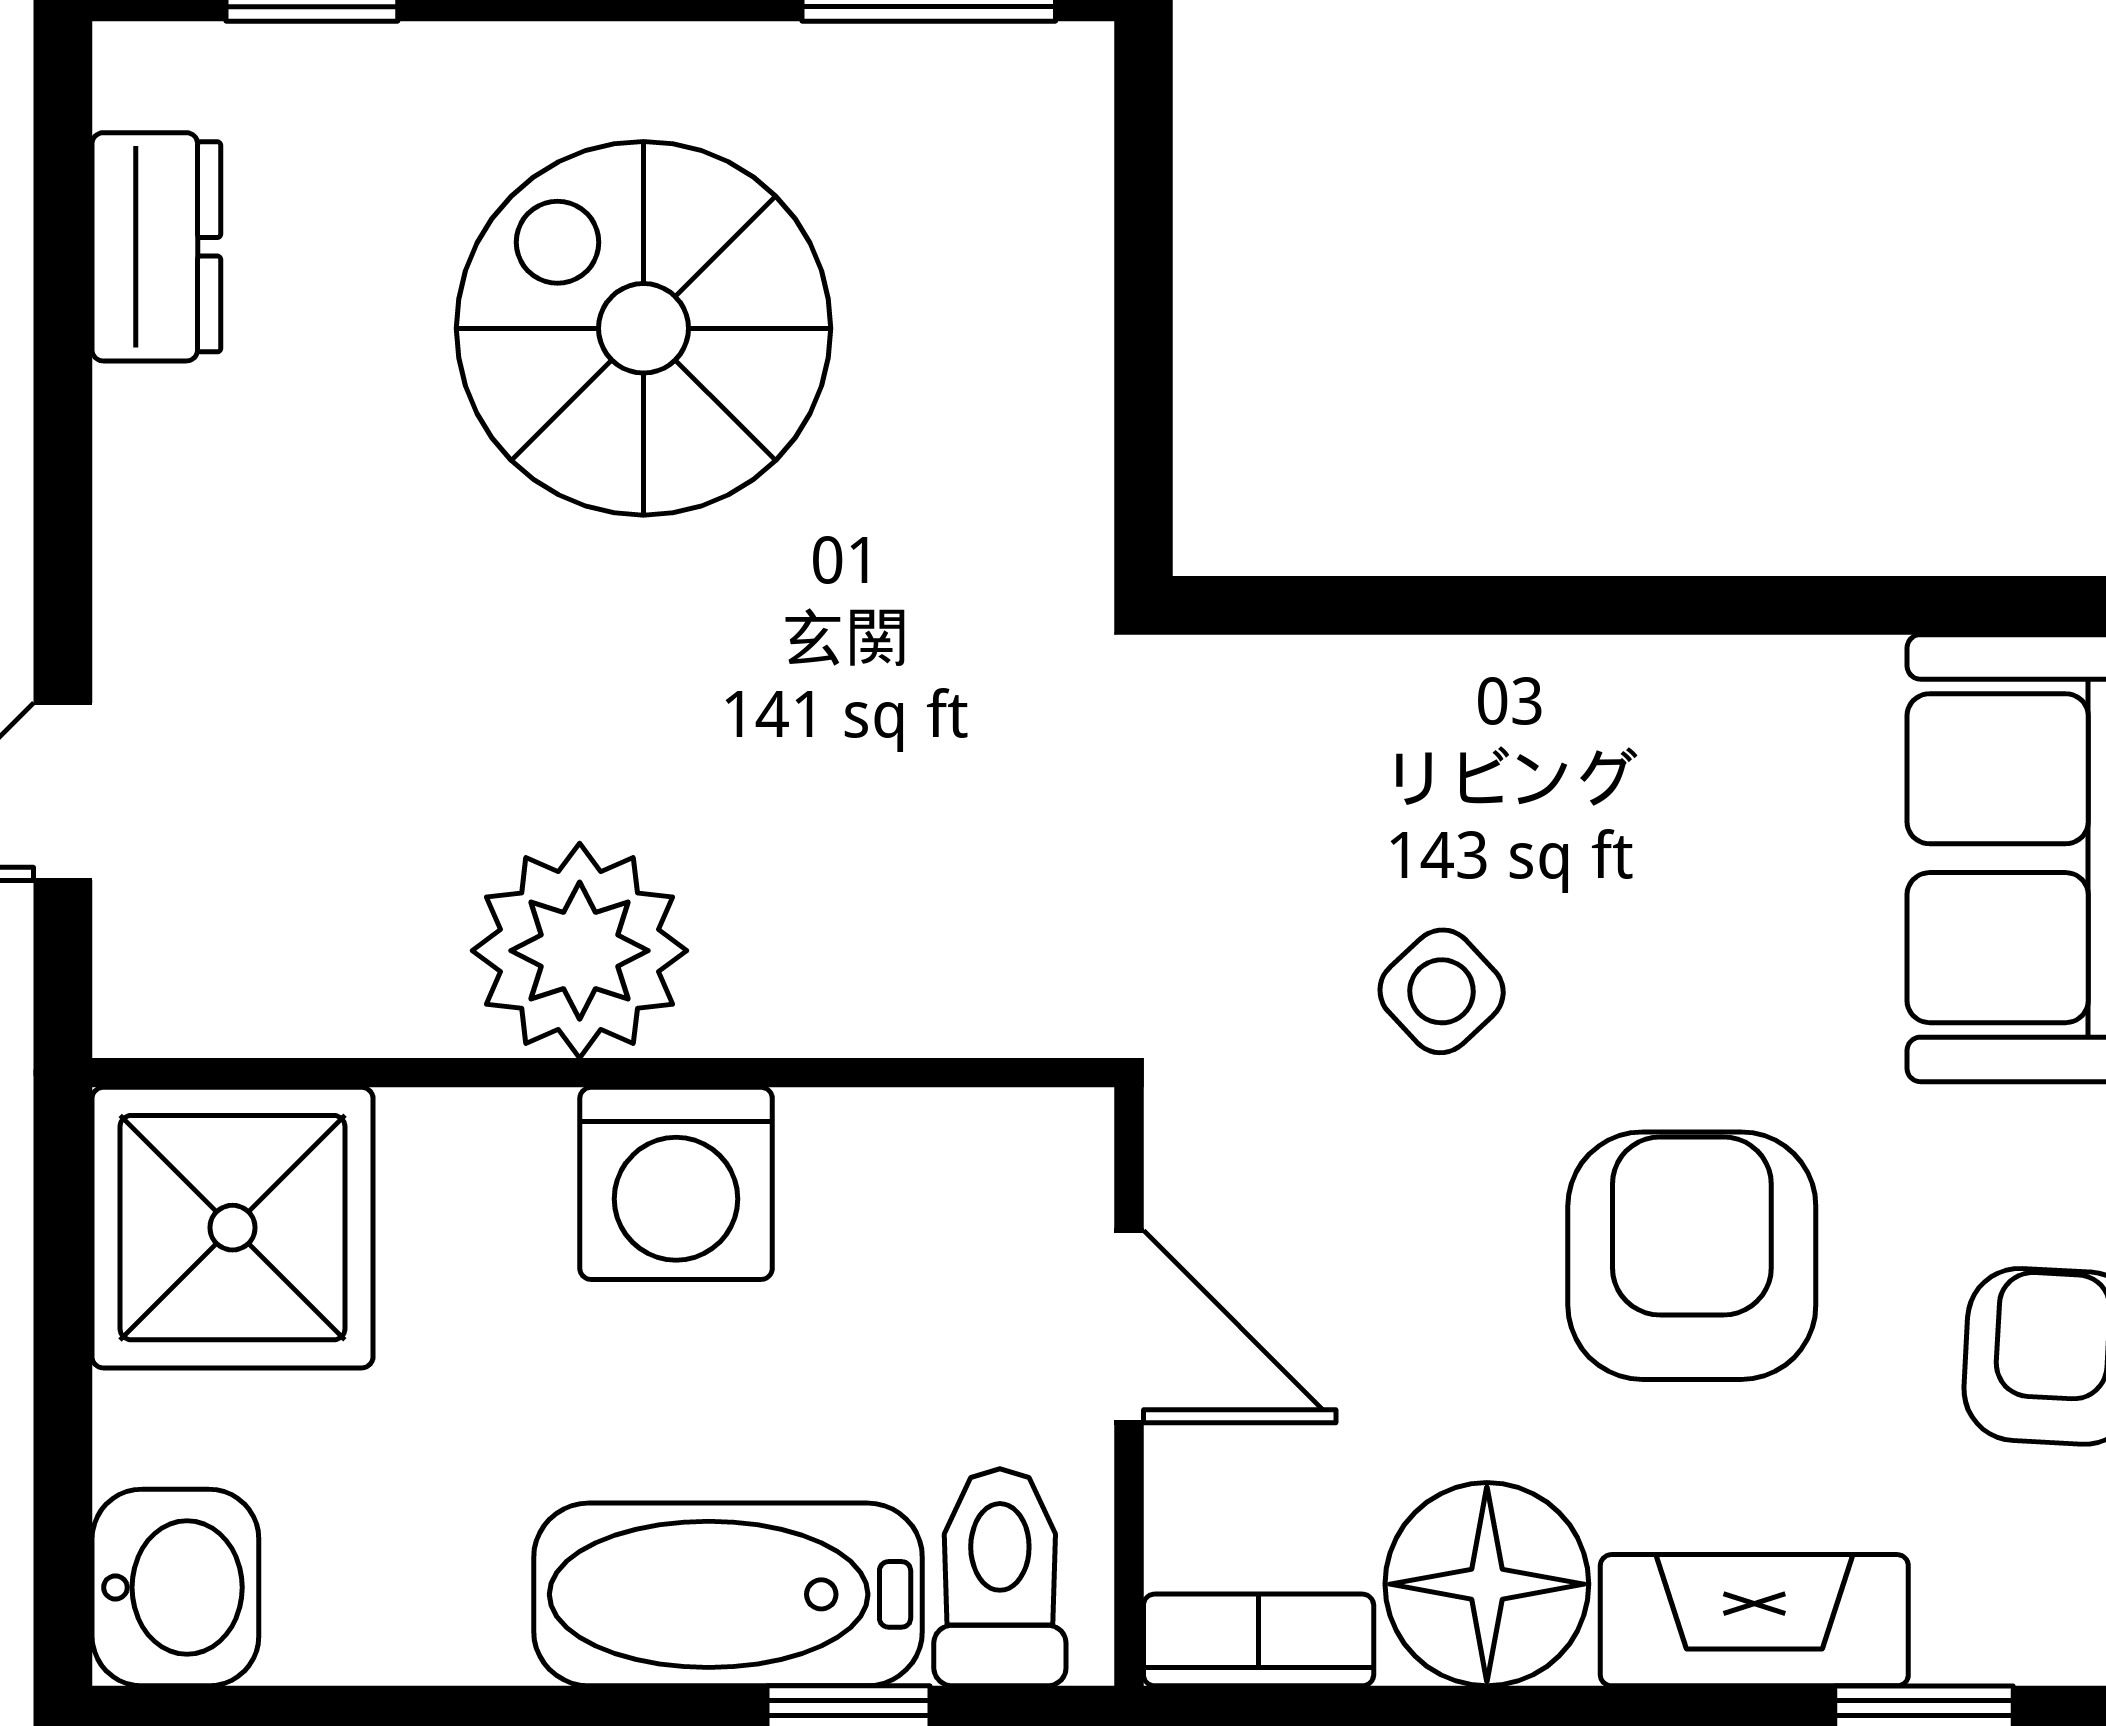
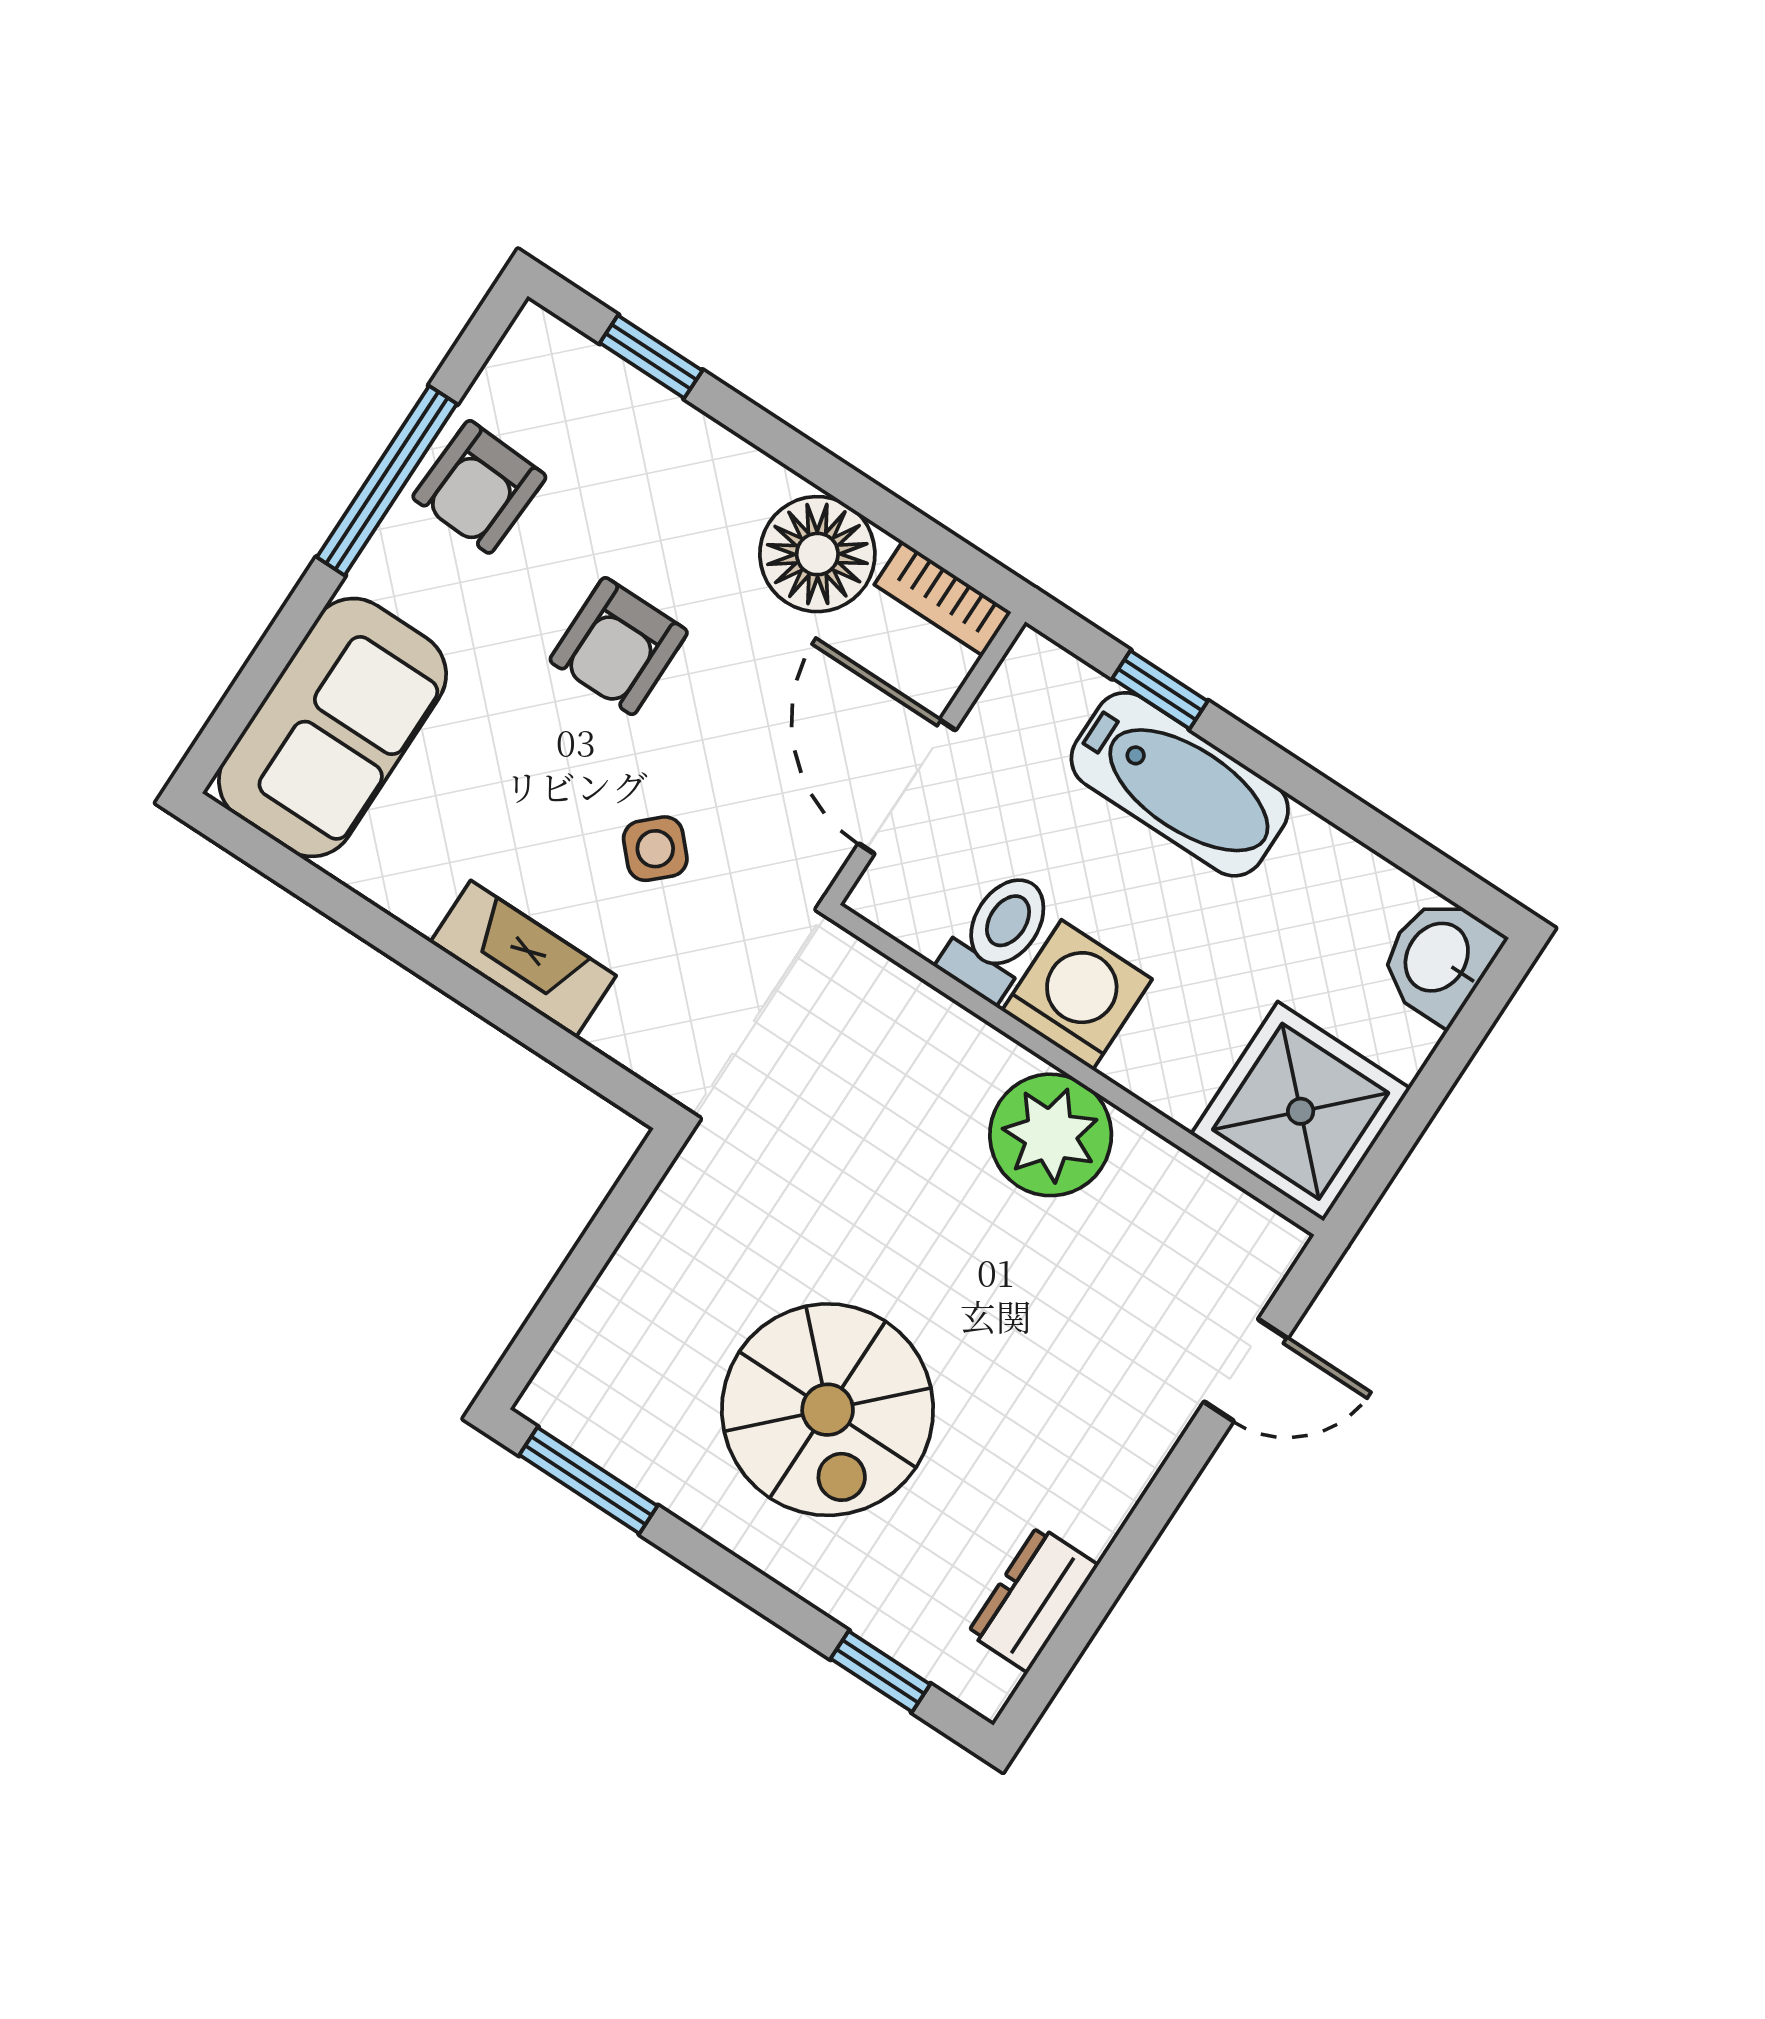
armchair: (1692, 1256) -> (619, 646), width x0.72, depth x0.72
door: (1129, 1327) -> (907, 787), width x1.37
toilet: (1000, 1577) -> (999, 935), moved, turned 180
fireplace: (1754, 1620) -> (523, 959), moved, turned 180

